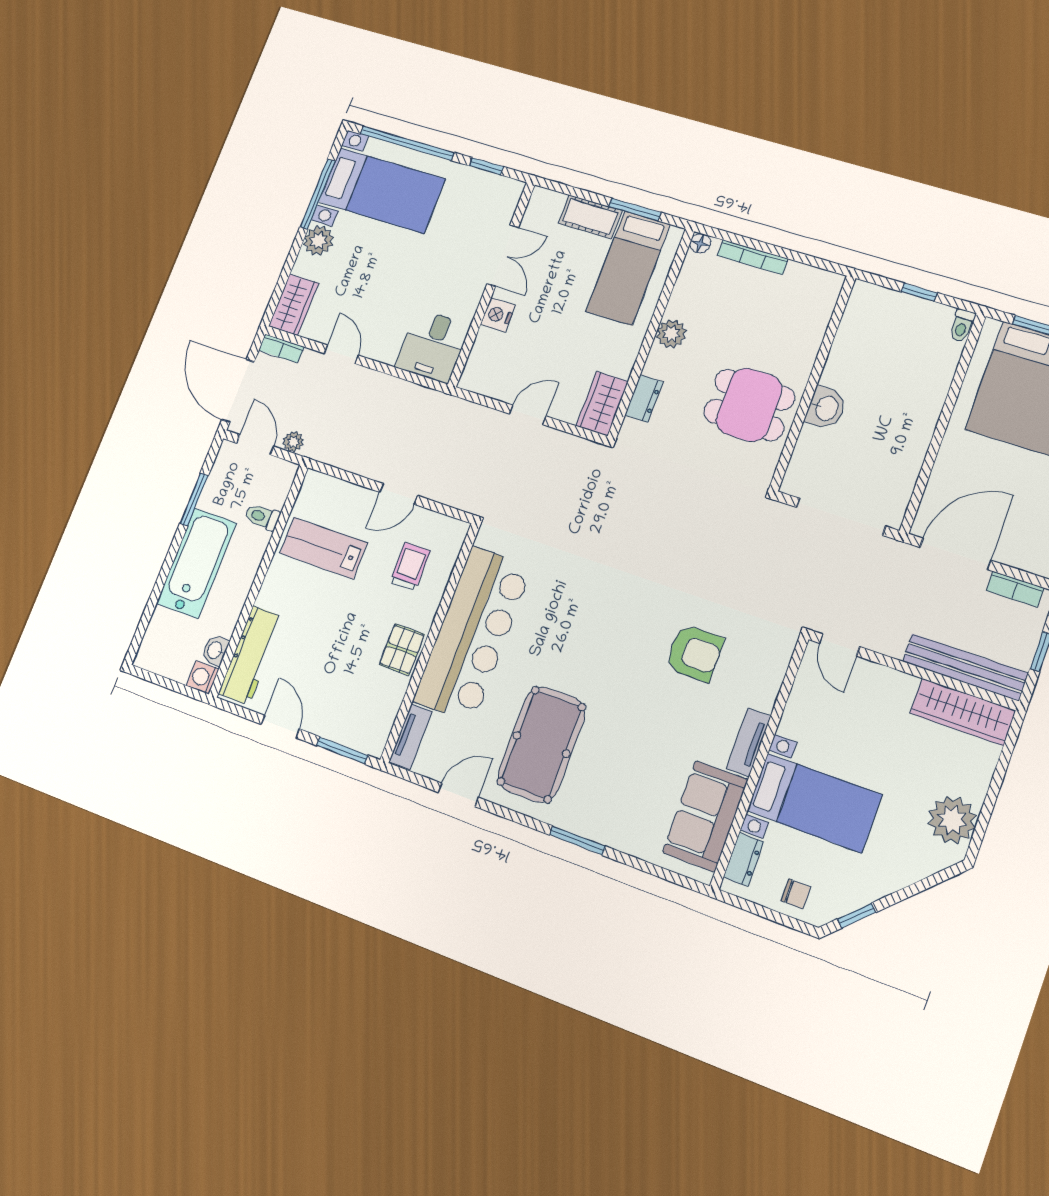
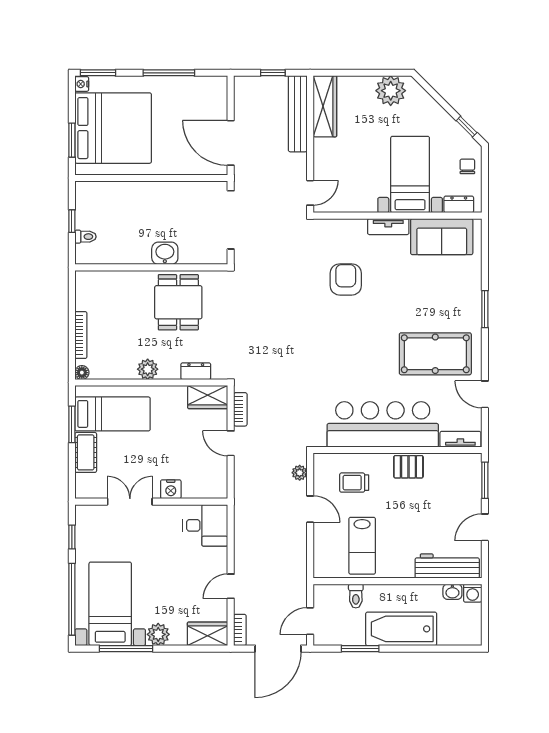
toilet: (962, 326) -> (85, 237), moved
plant: (293, 442) -> (300, 473), moved
bookcase: (1015, 589) -> (240, 409), moved

